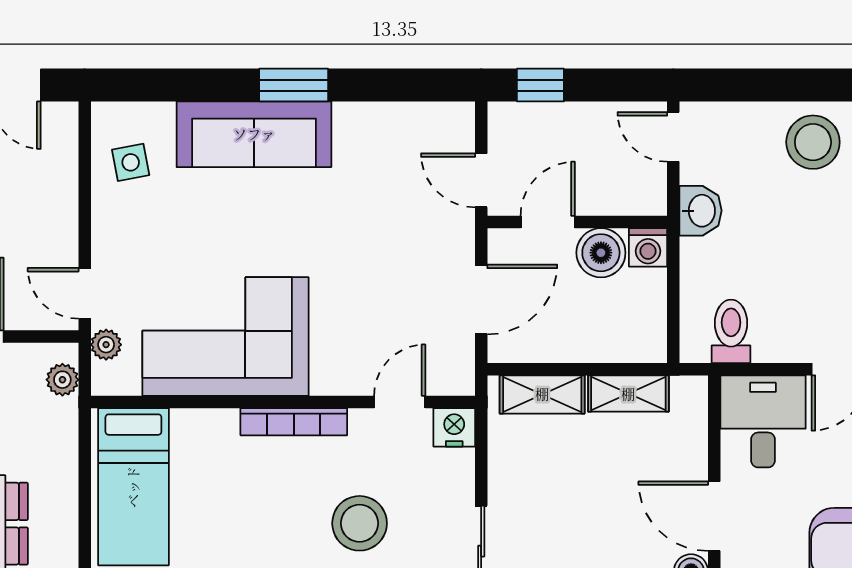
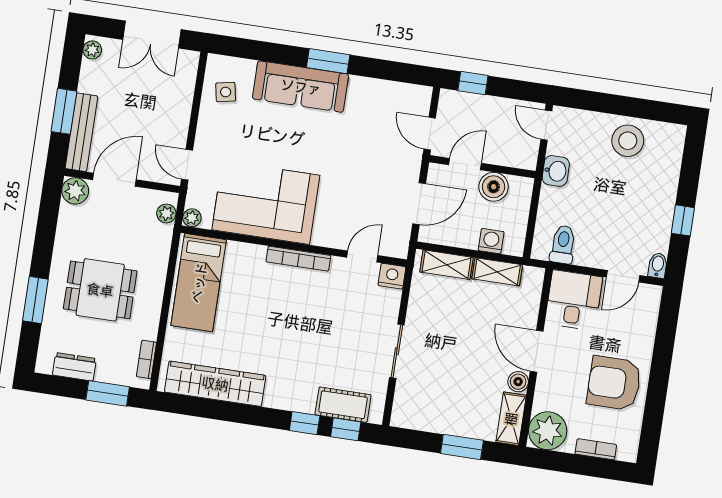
washing machine: (648, 247) -> (491, 241), moved, turned 180
plant: (106, 345) -> (192, 218), moved
stool: (360, 523) -> (328, 324), removed

